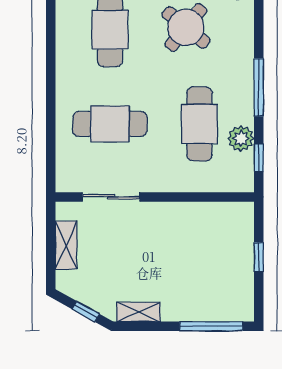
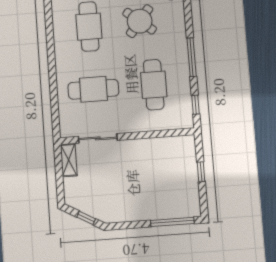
plant: (241, 139) -> (182, 92), removed
shelving: (66, 245) -> (69, 160), moved
shelving: (139, 312) -> (122, 216), removed

